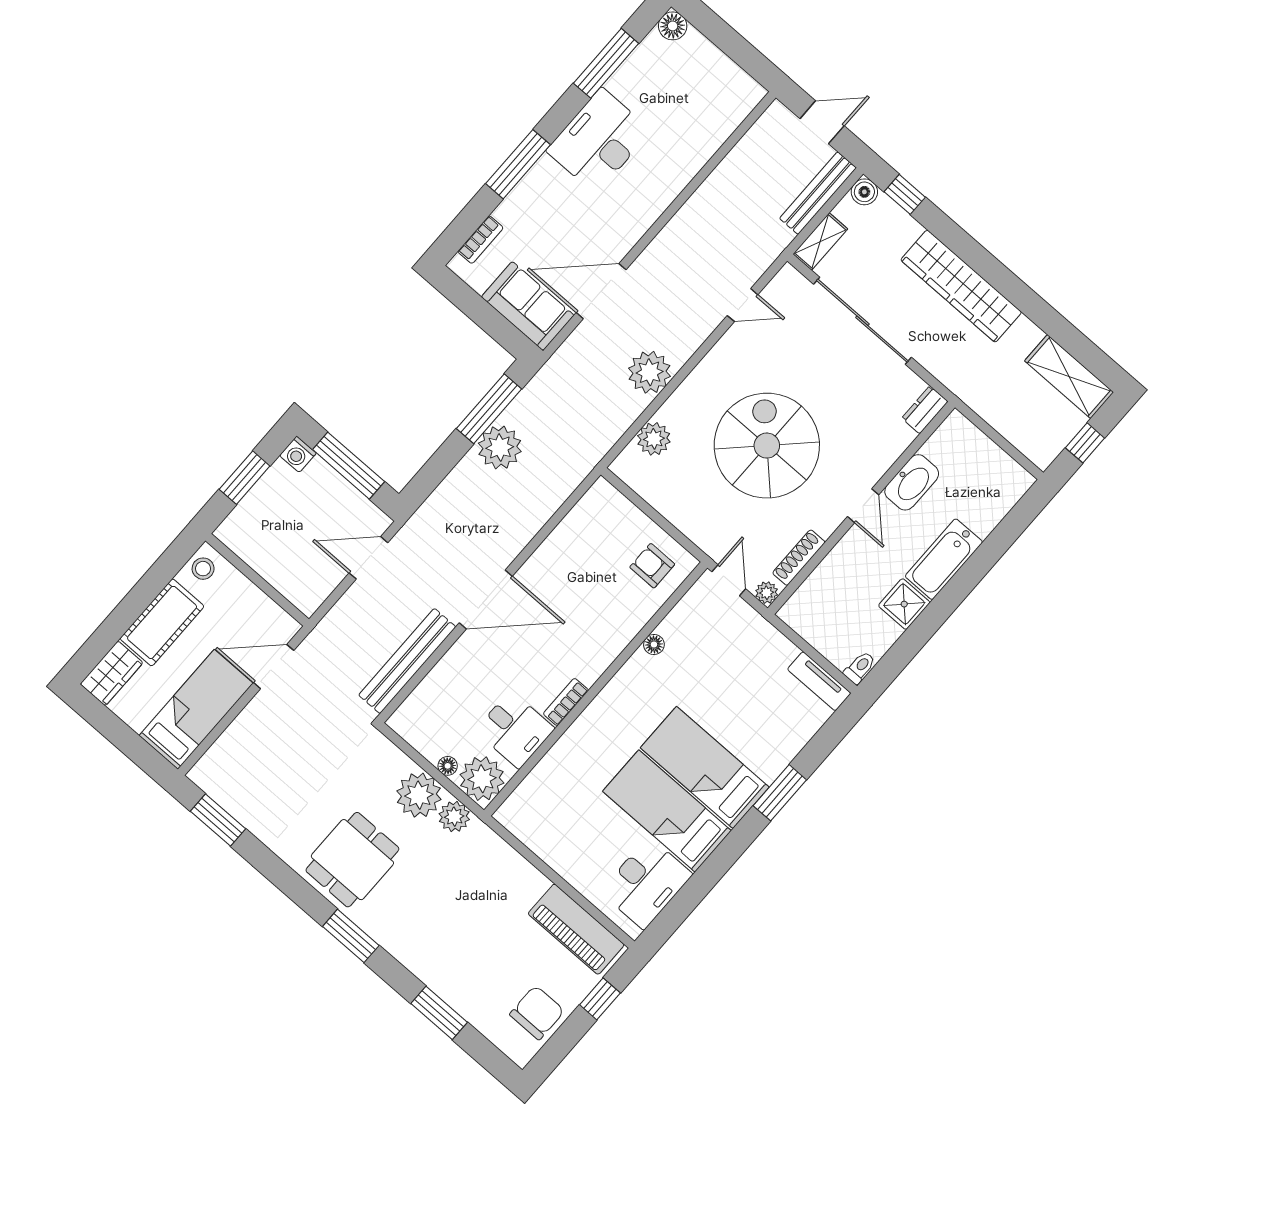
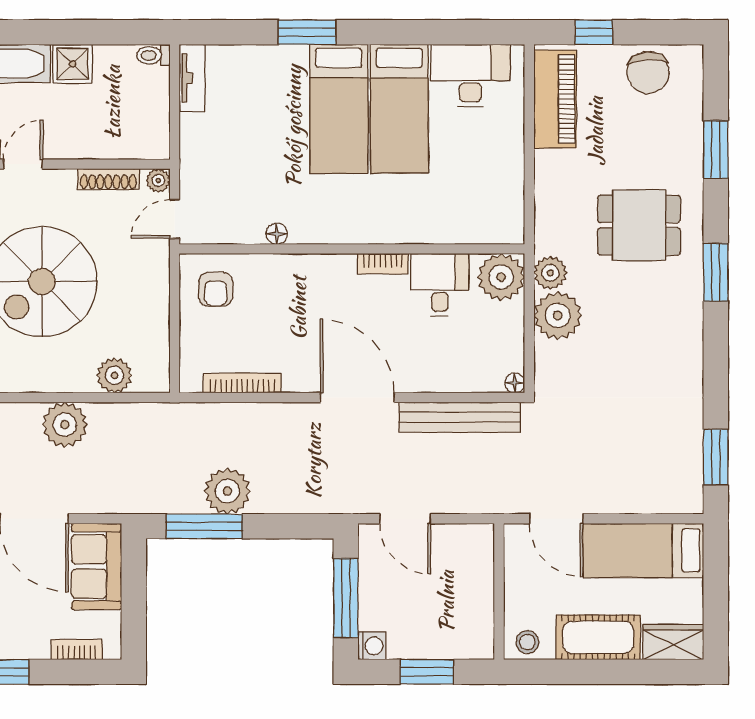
bookcase: (568, 526) -> (242, 383), added
floor lamp: (448, 766) -> (515, 383), moved
dining table: (352, 860) -> (639, 225), moved
chair: (537, 1013) -> (648, 72), turned -93

